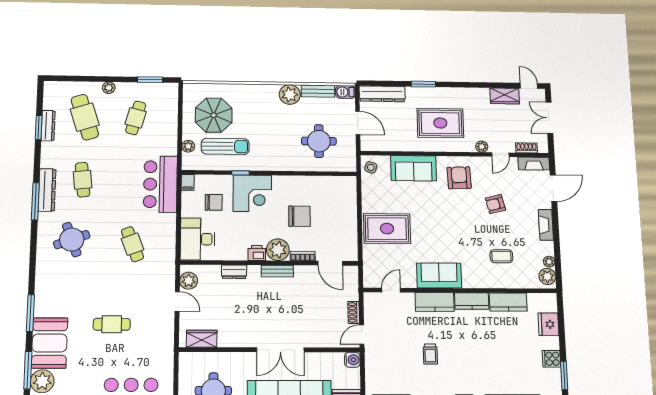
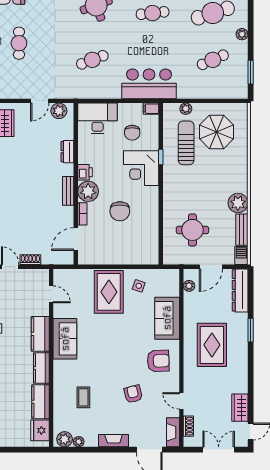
cafe table: (136, 118) -> (213, 60), turned -39
sun lounger: (225, 146) -> (186, 143), turned 180
plant: (482, 147) -> (189, 286), moved
side table: (371, 167) -> (139, 286), moved
fridge: (548, 324) -> (40, 430), moved, turned -90

